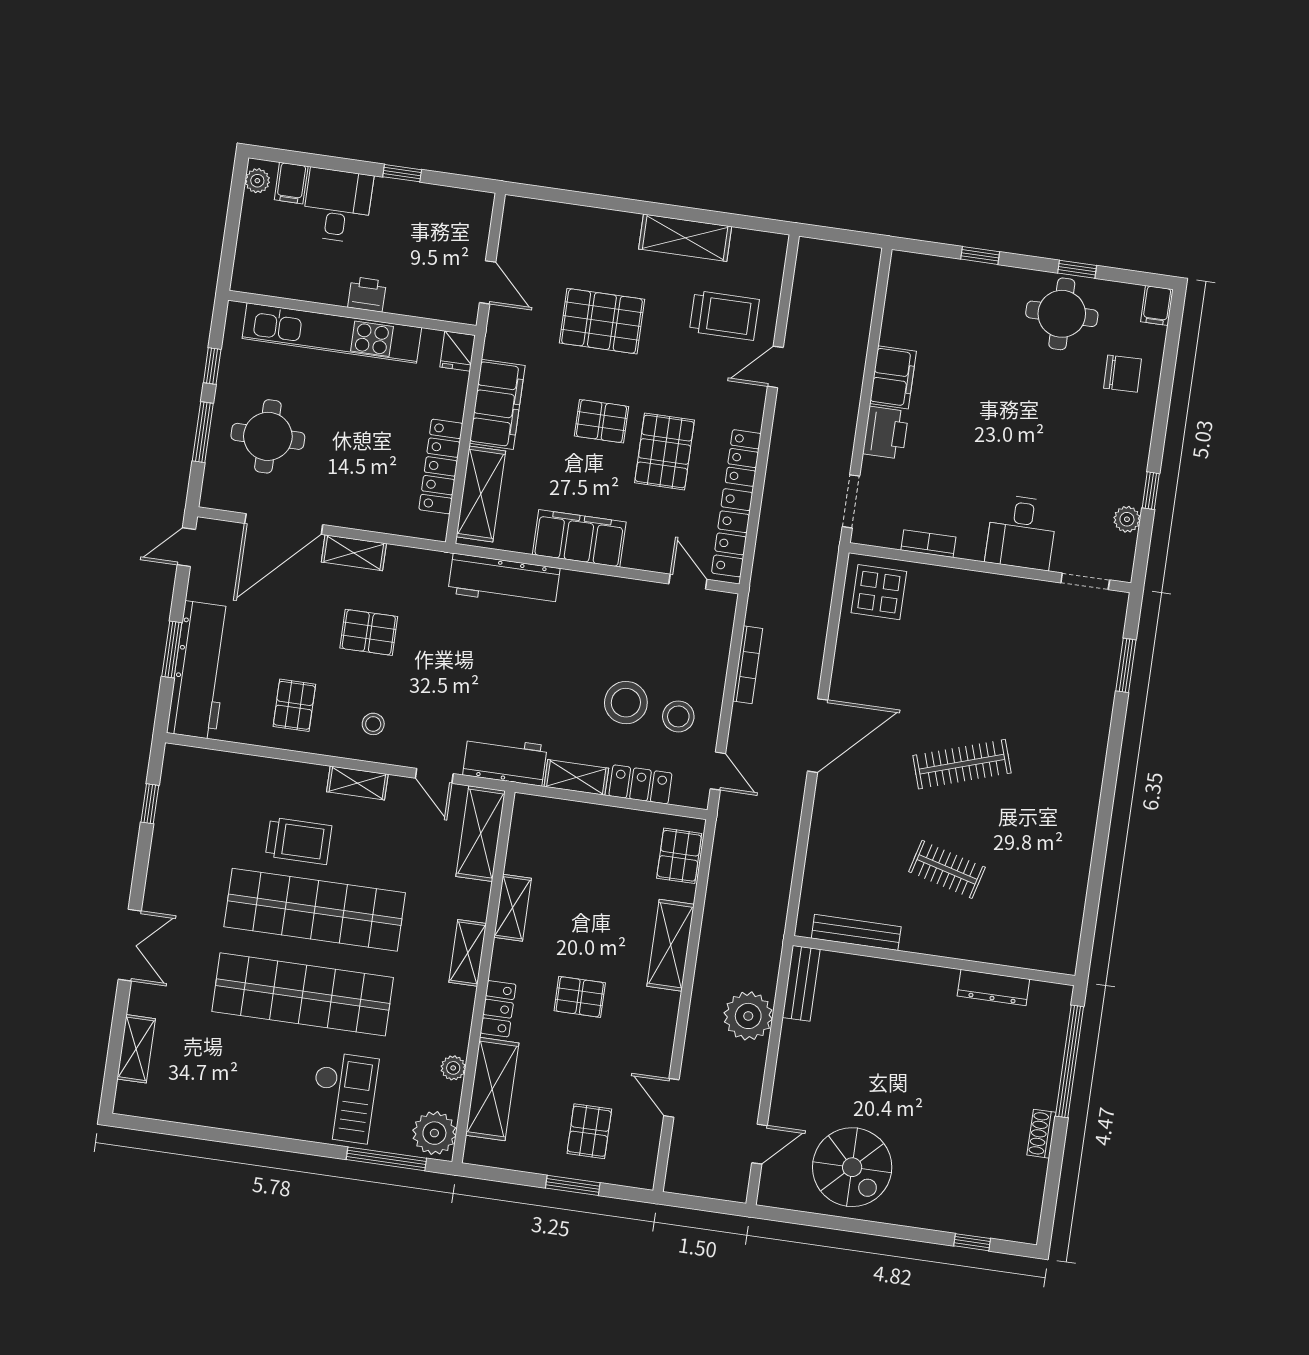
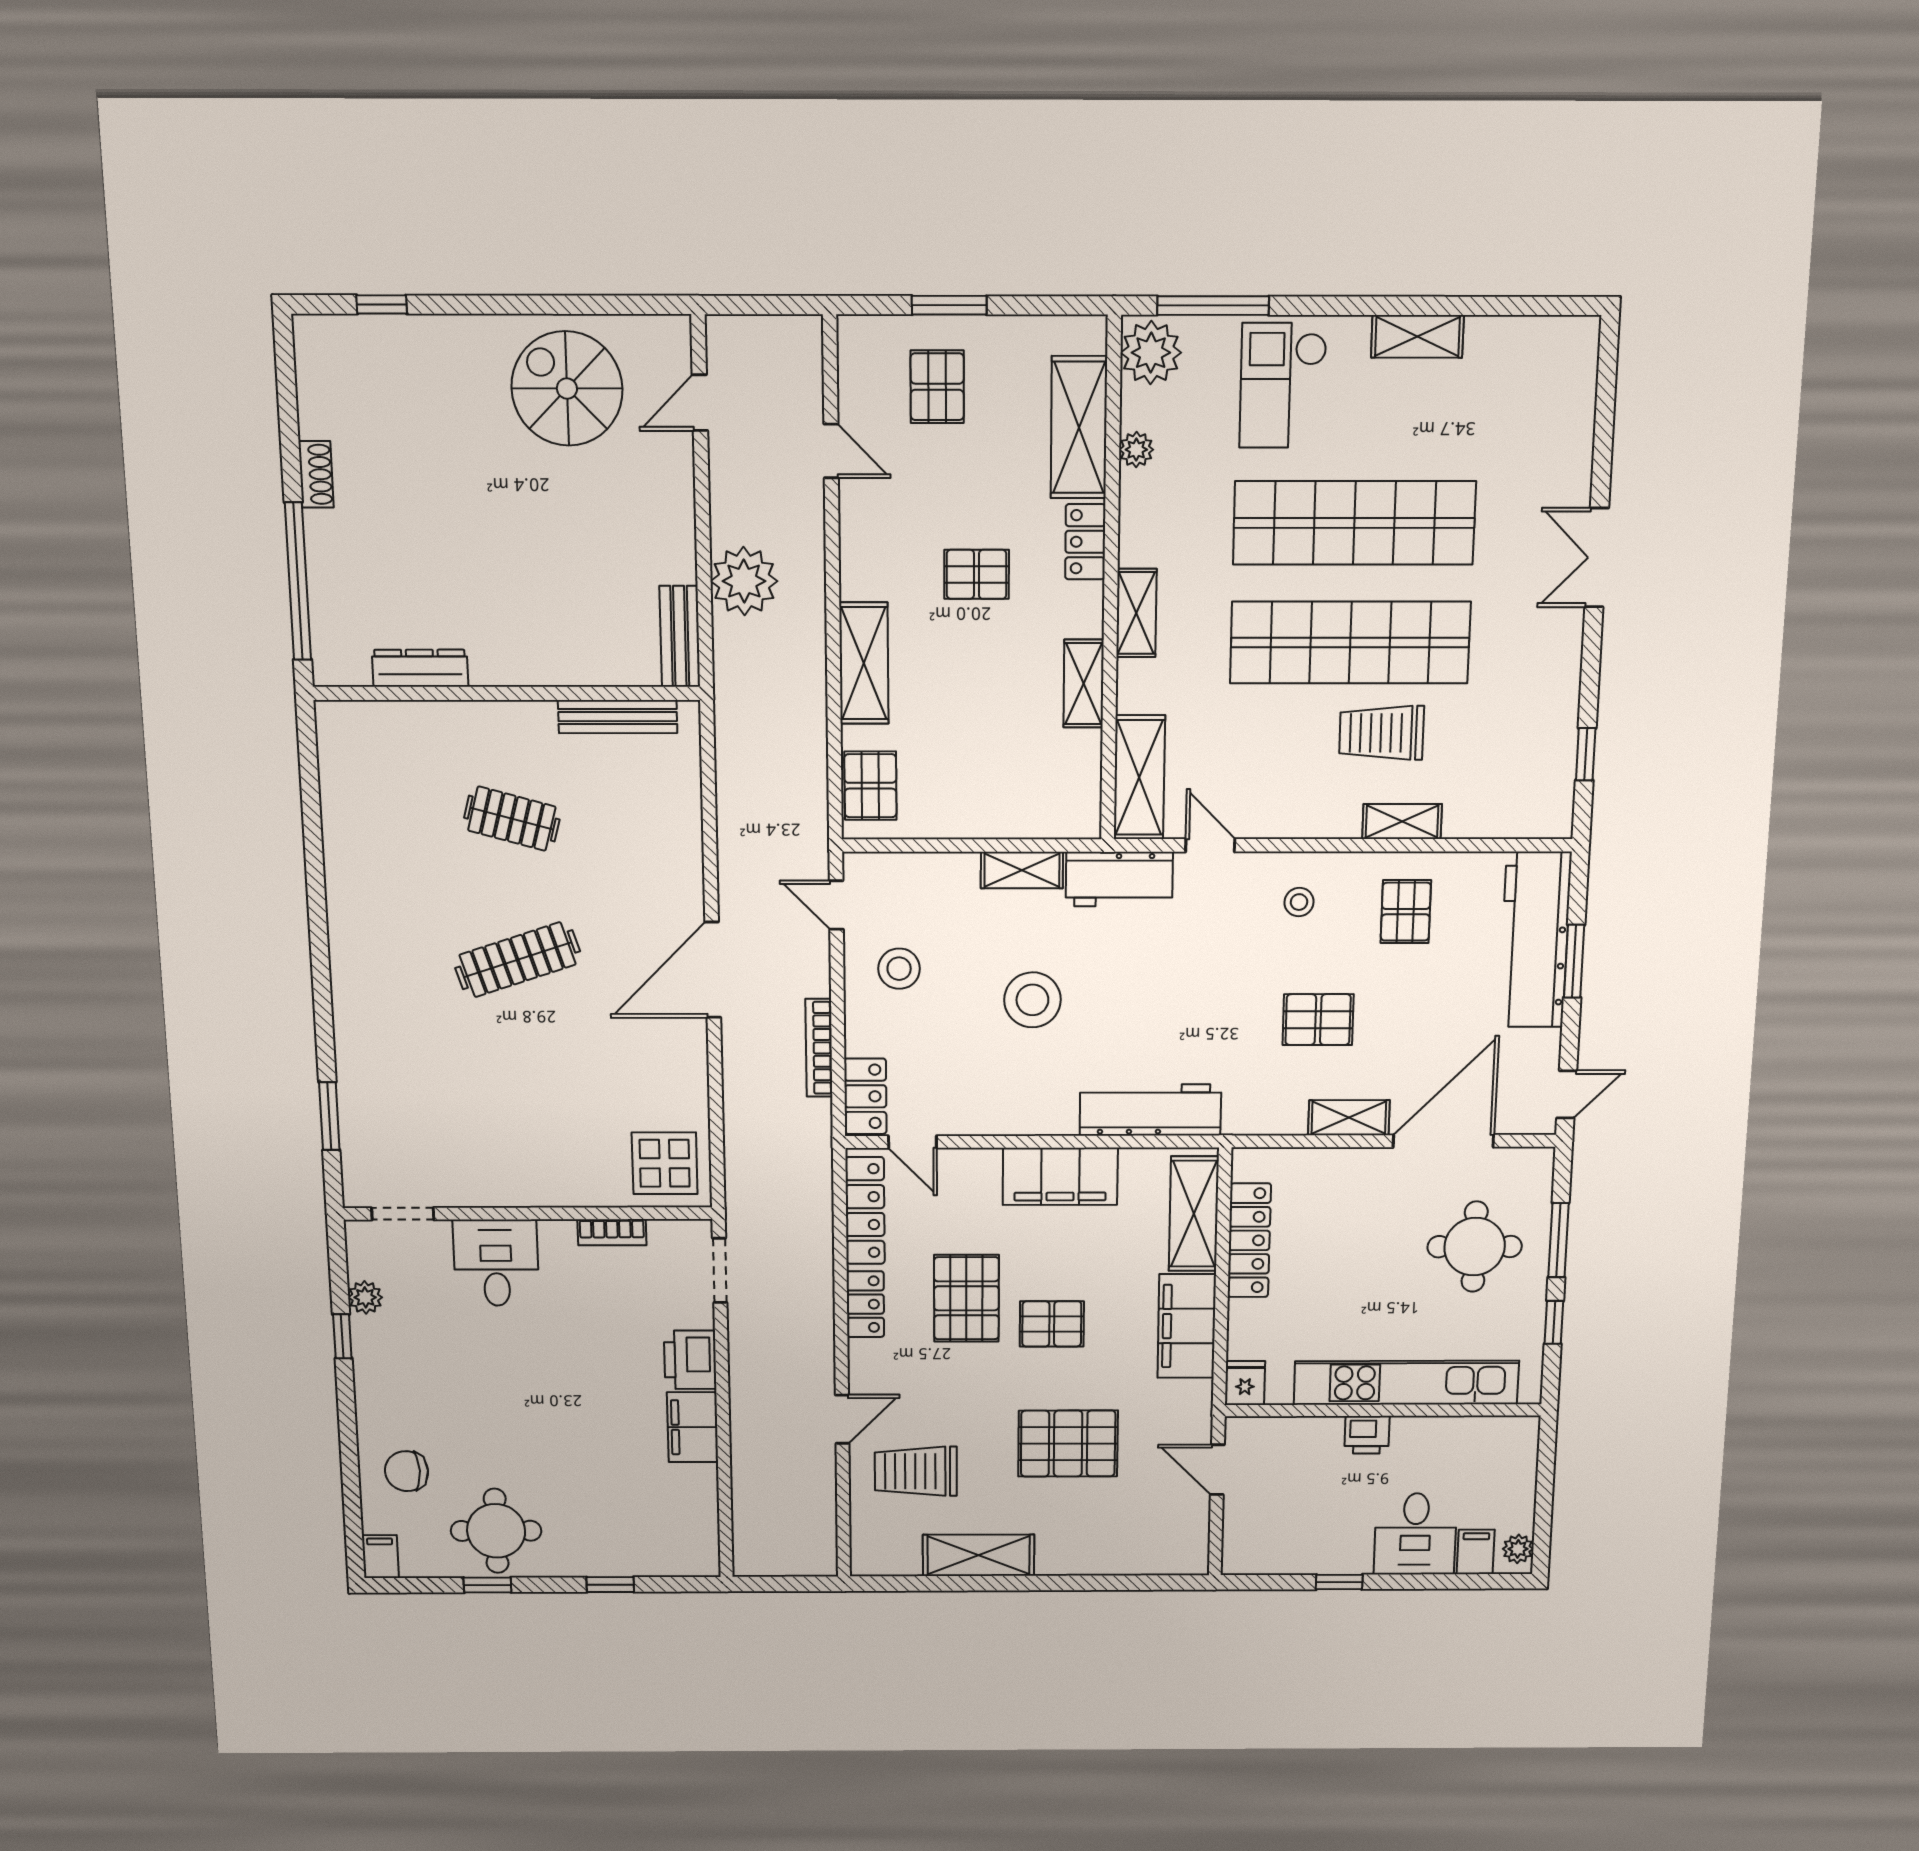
stool: (626, 703) -> (1032, 1000), moved
shelving: (357, 783) -> (1402, 821), moved
locker: (640, 784) -> (865, 1096), moved, turned -90
shelving: (136, 1049) -> (1417, 336), moved, turned 90

